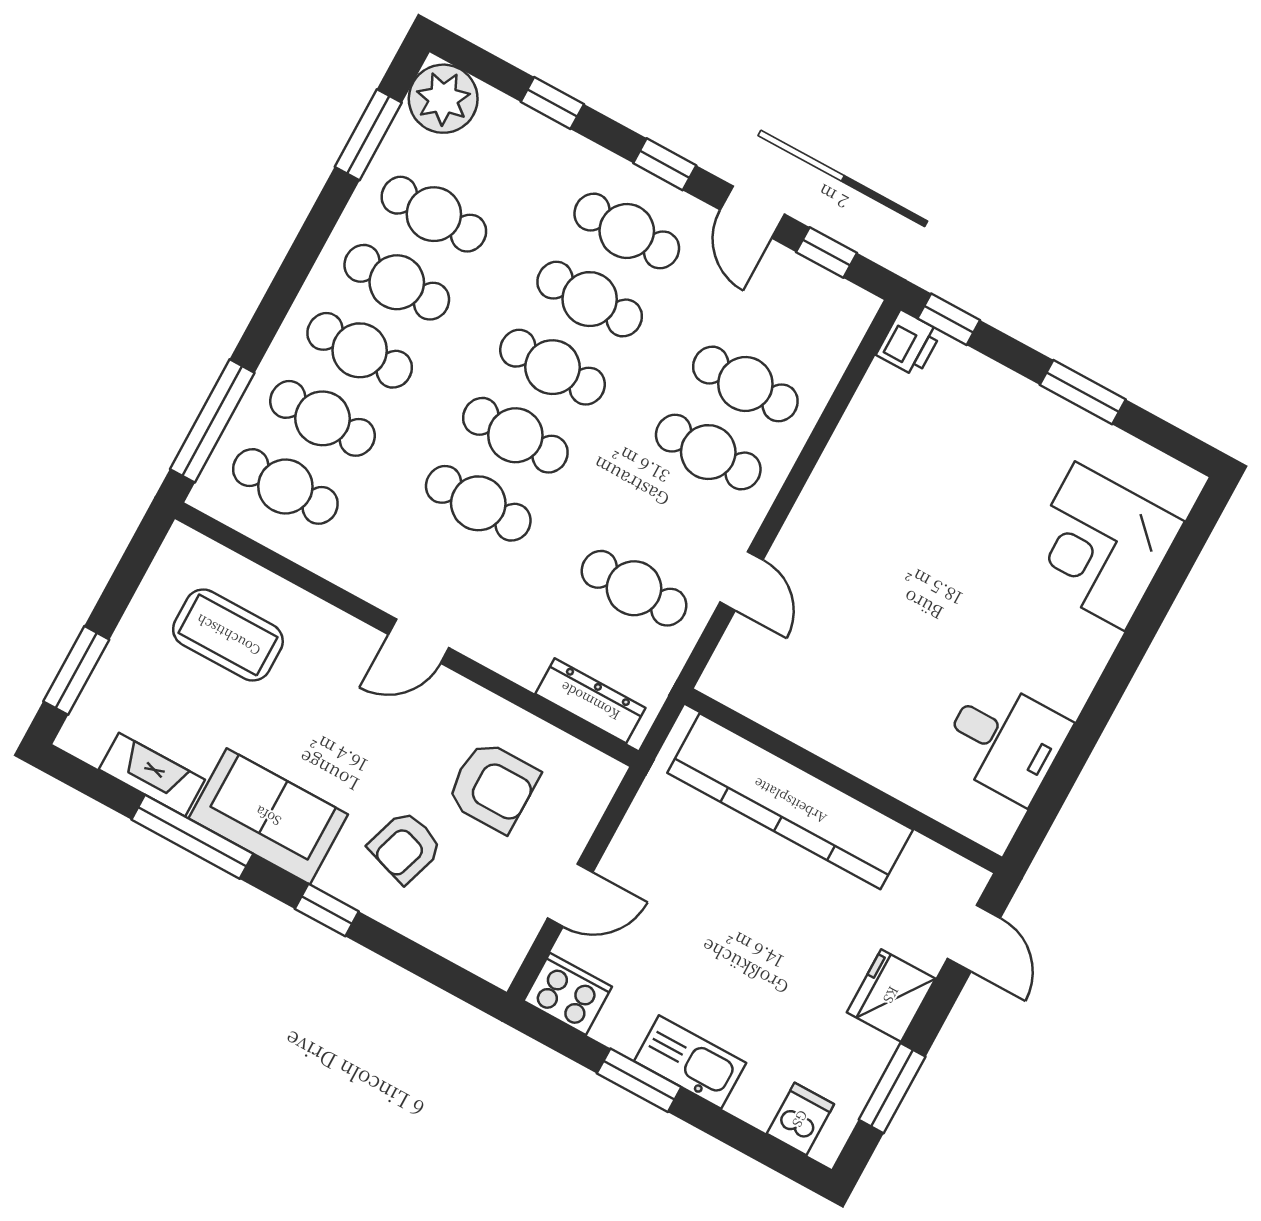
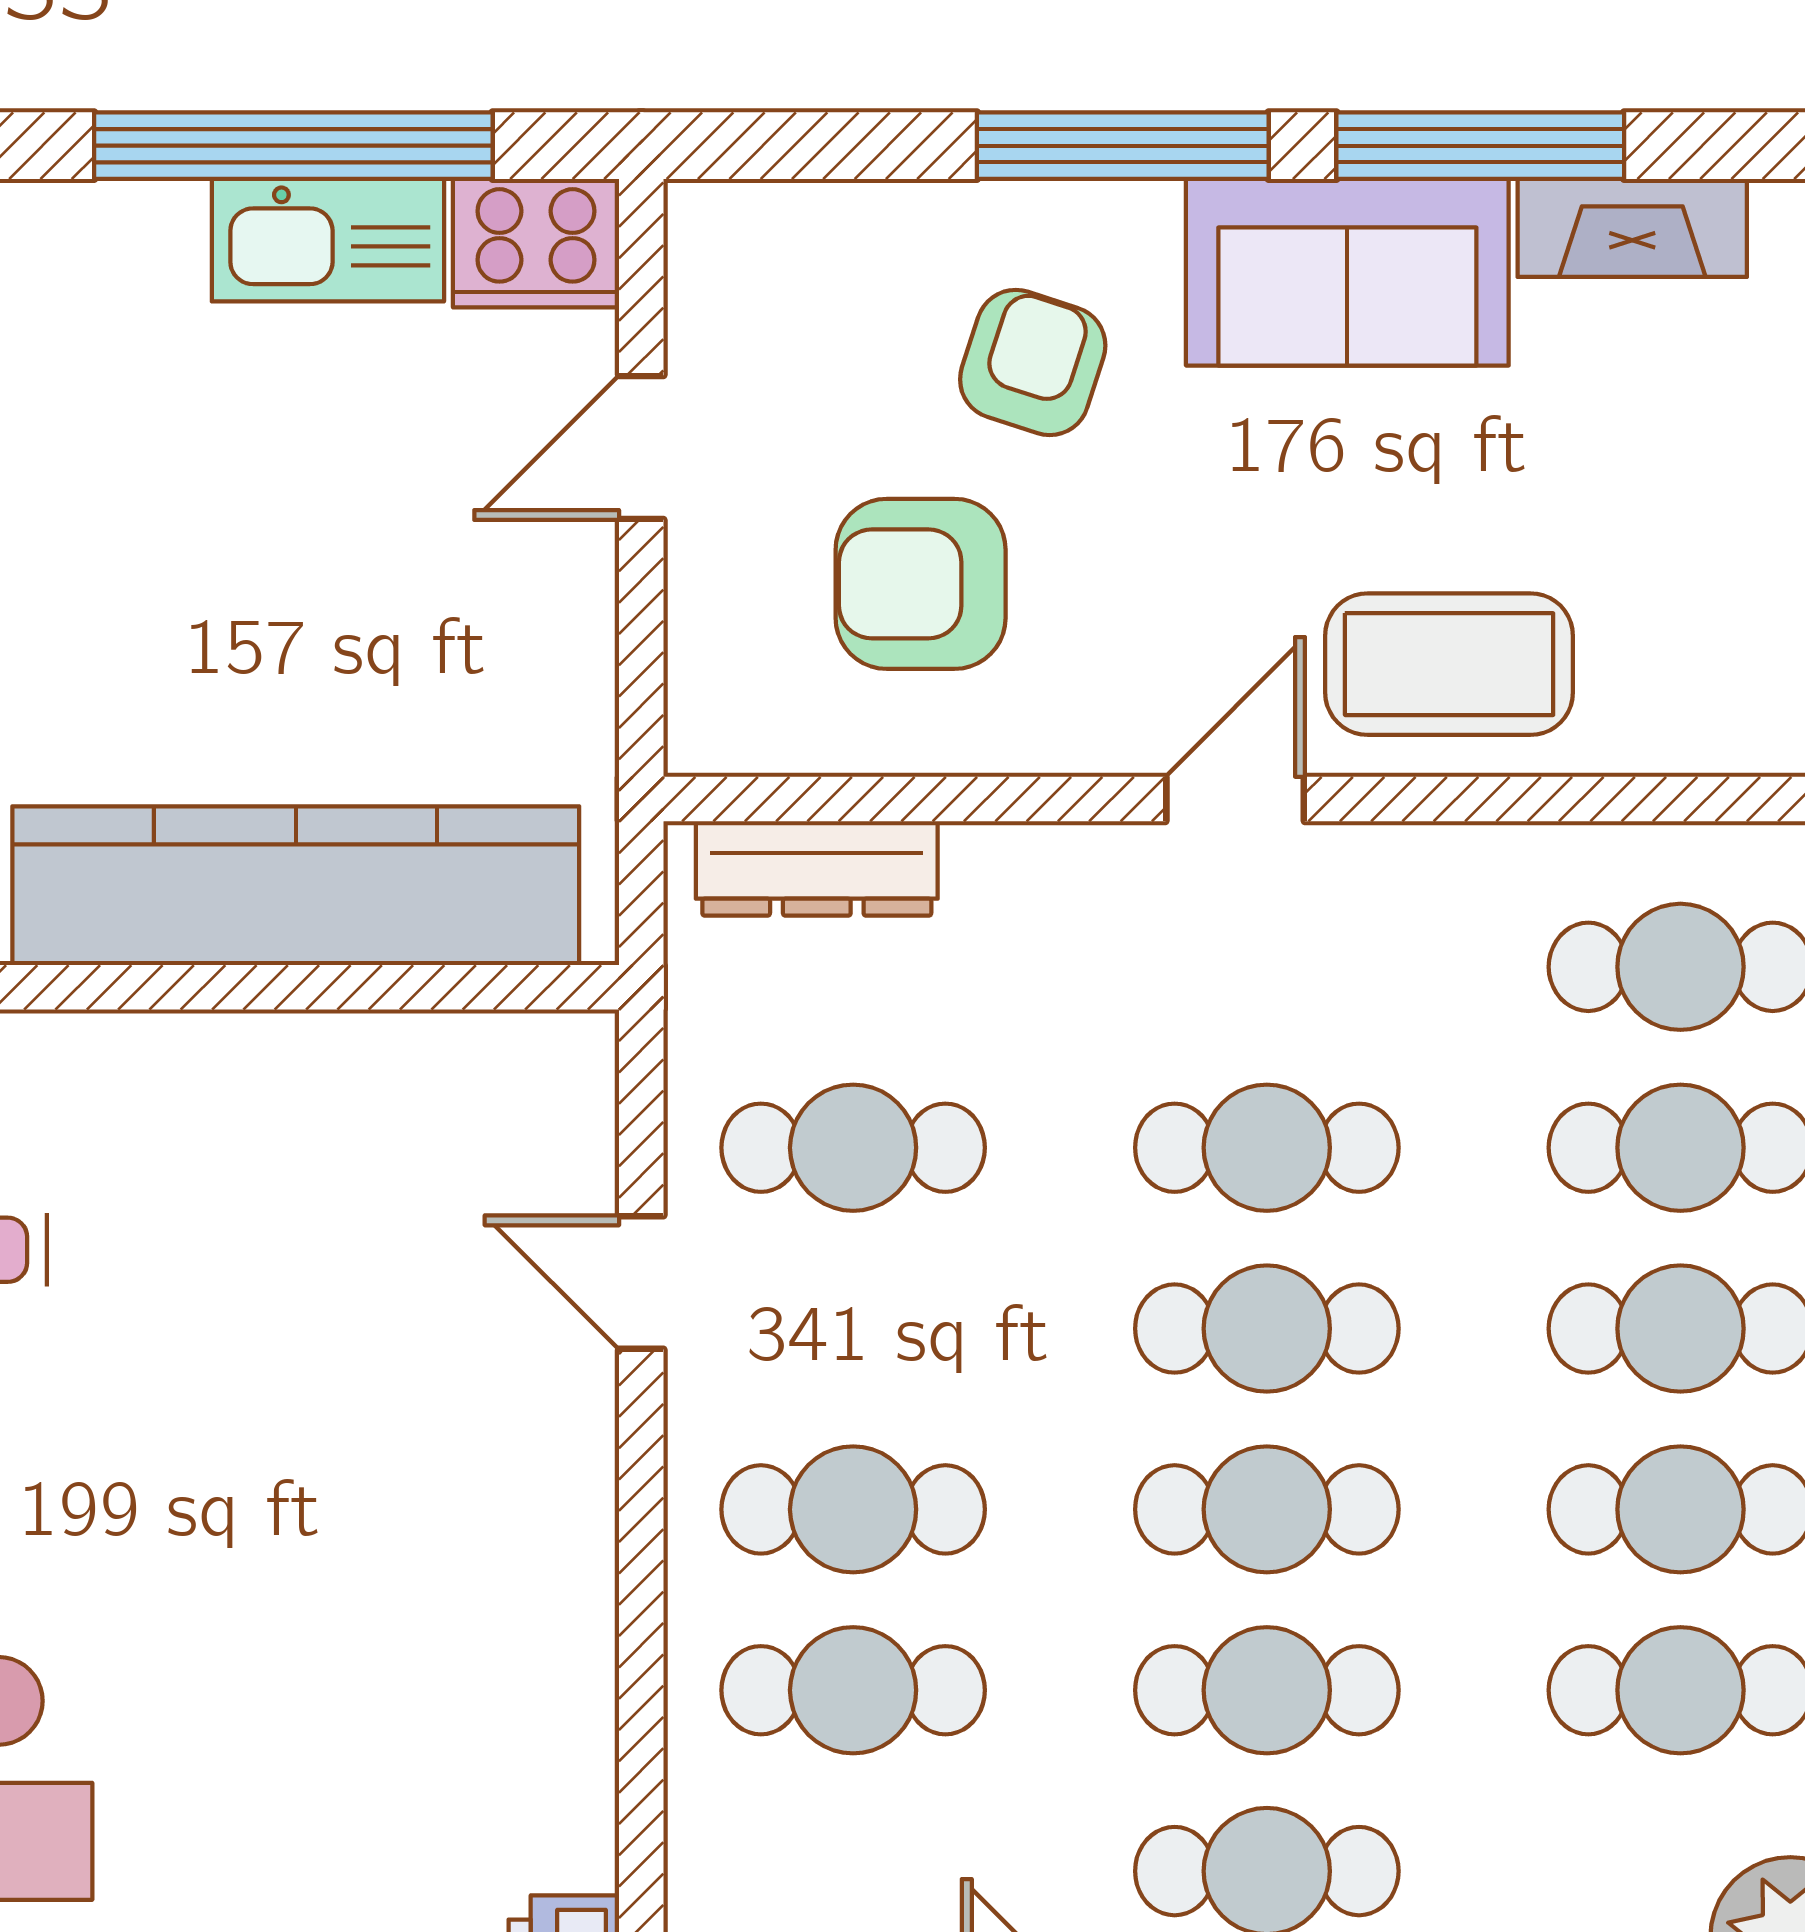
coffee table: (228, 635) -> (1449, 664), moved
window: (327, 910) -> (1123, 146), width x2.17
kitchen sink: (690, 1062) -> (328, 240), moved
window: (639, 1080) -> (293, 146), width x2.11

